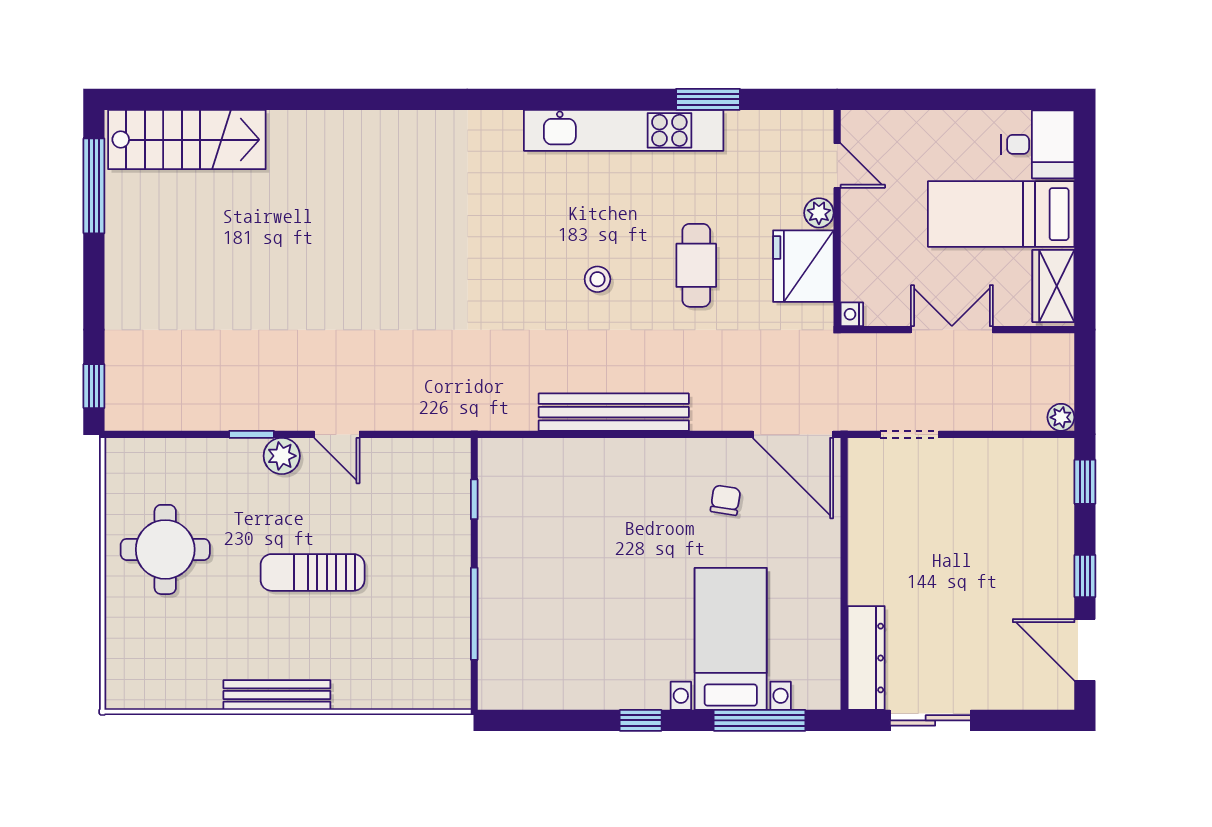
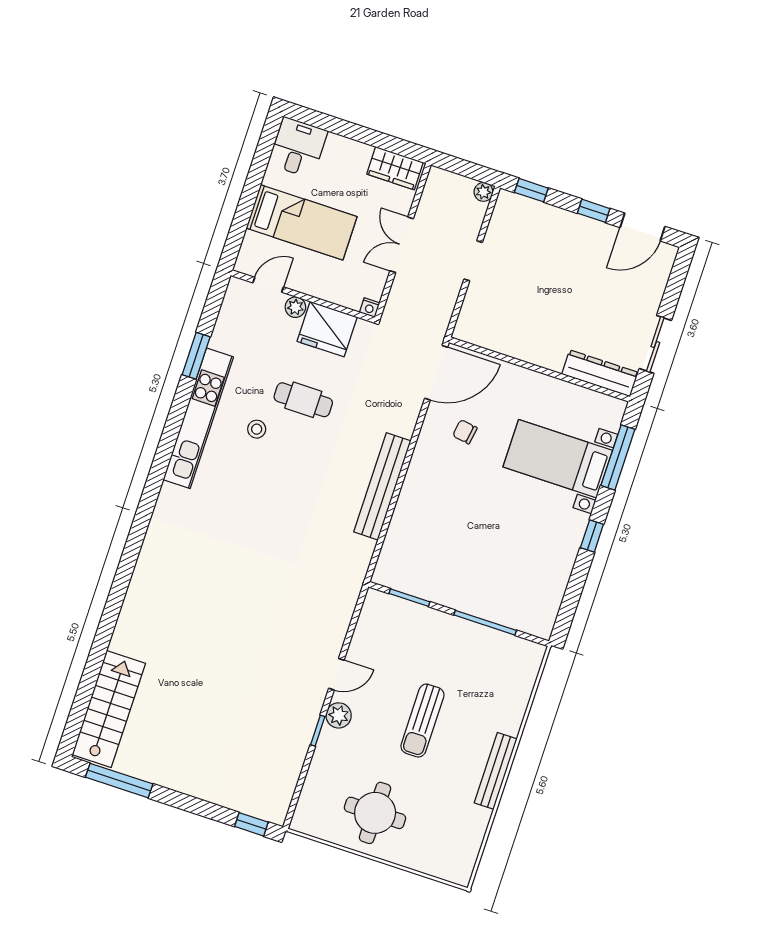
bed: (1001, 214) -> (302, 222), moved, turned -90
stool: (597, 279) -> (257, 429), moved
doorway: (909, 434) -> (473, 261), moved
window: (474, 499) -> (409, 598), width x1.50

